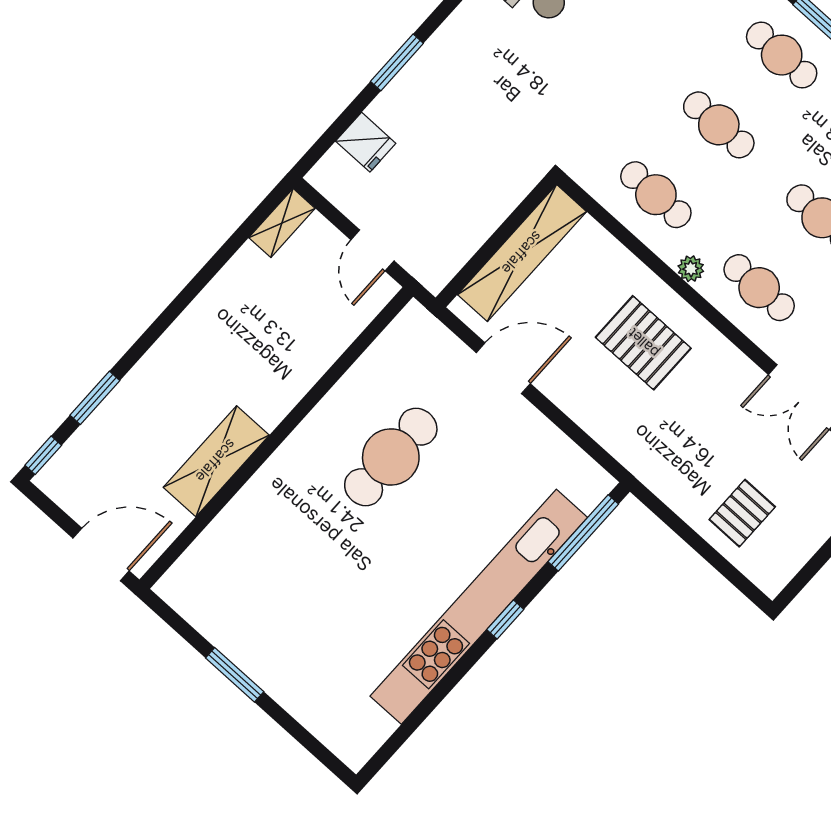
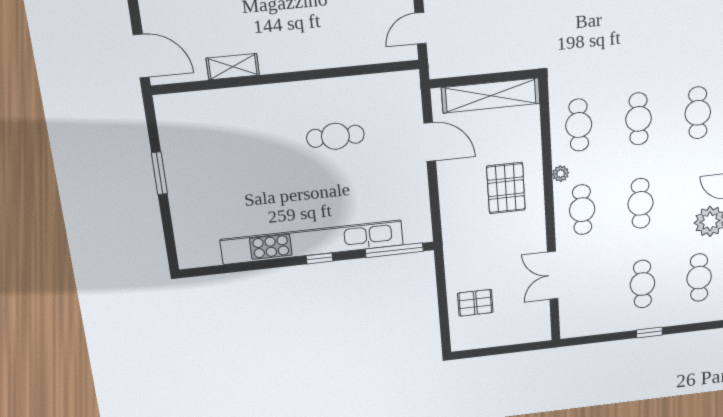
cafe table: (391, 457) -> (335, 136), width x0.73, depth x0.74
shelving: (216, 461) -> (233, 67), width x0.67, depth x0.75

